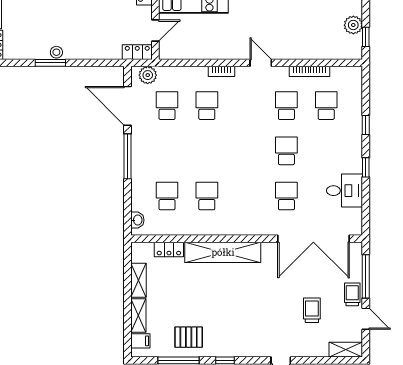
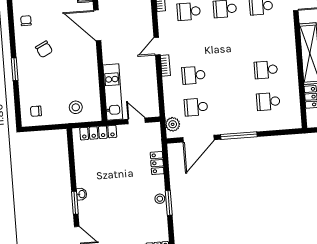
locker: (137, 52) -> (157, 163), moved
door: (261, 63) -> (157, 46), moved
washbasin: (137, 220) -> (289, 124), removed

